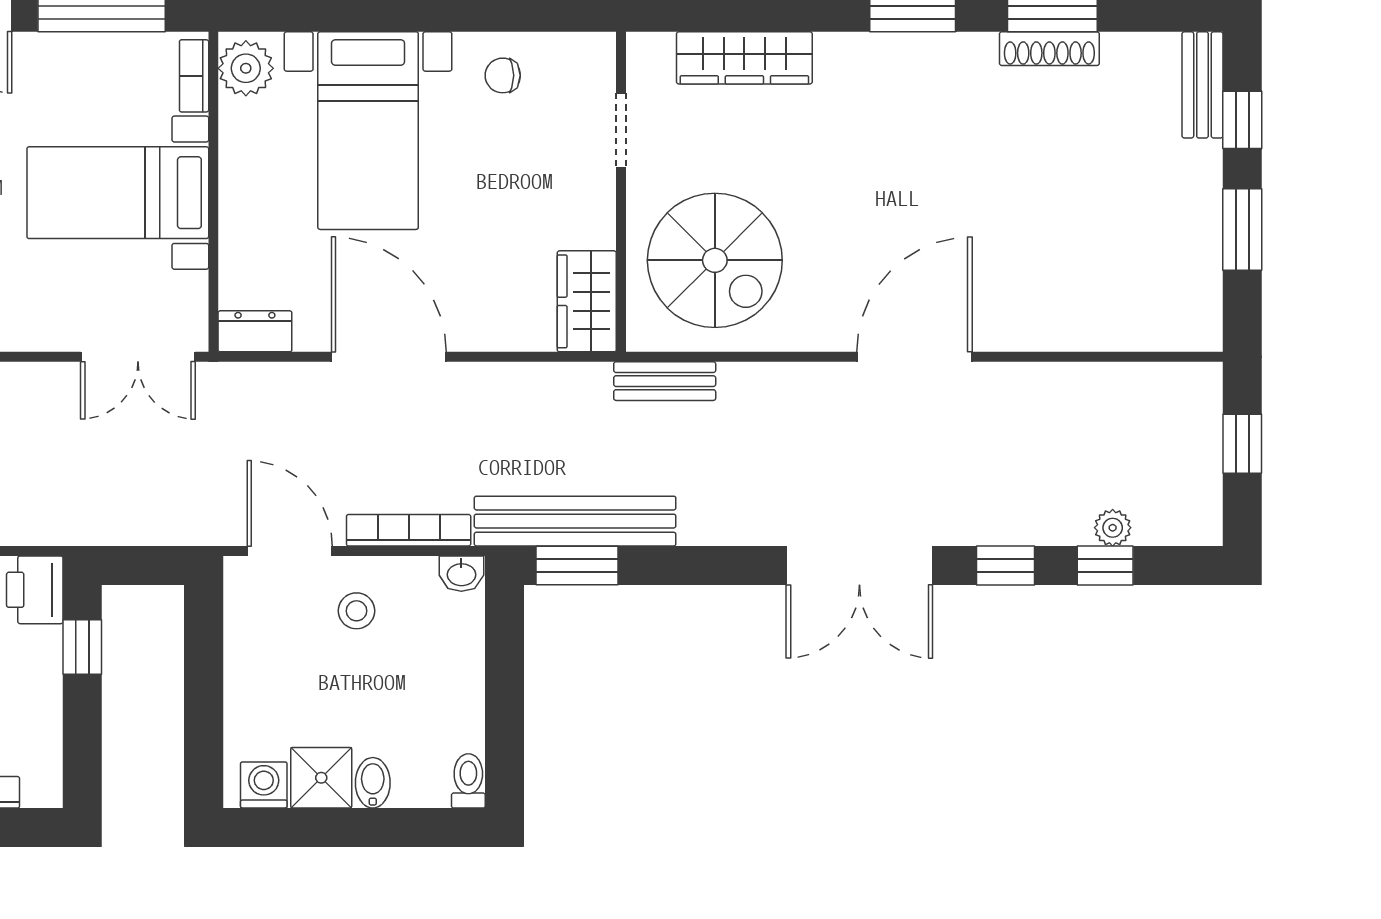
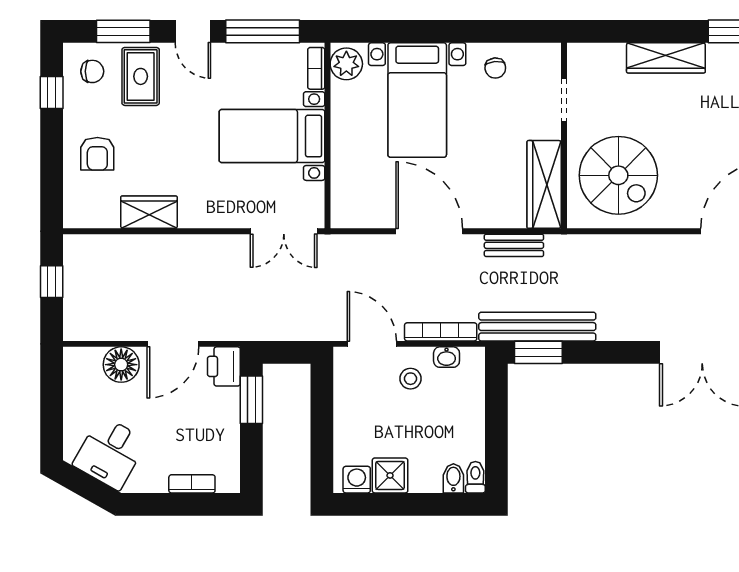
wardrobe: (744, 58) -> (666, 58), moved
chair: (503, 75) -> (495, 68), turned -96
wardrobe: (587, 301) -> (544, 184), width x1.50
dresser: (255, 331) -> (352, 216), removed
bench: (665, 381) -> (514, 245), moved
washbasin: (461, 574) -> (447, 357), moved
window: (82, 647) -> (251, 400), width x1.50
bidet: (373, 783) -> (453, 478), moved

